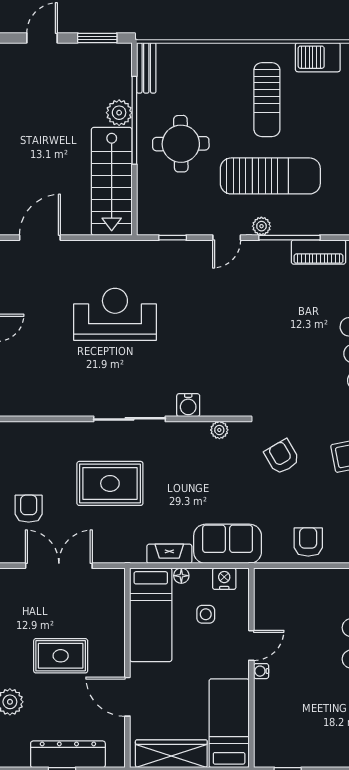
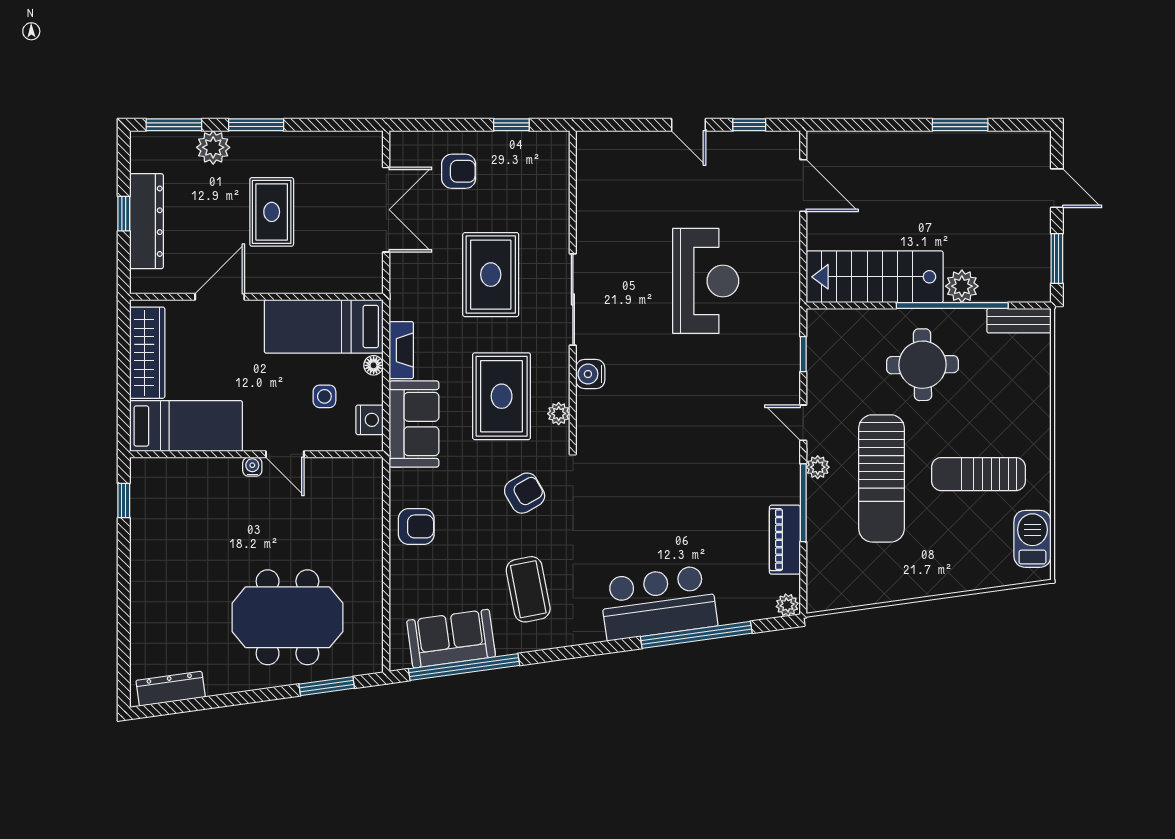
rug: (206, 475) -> (502, 396), added

